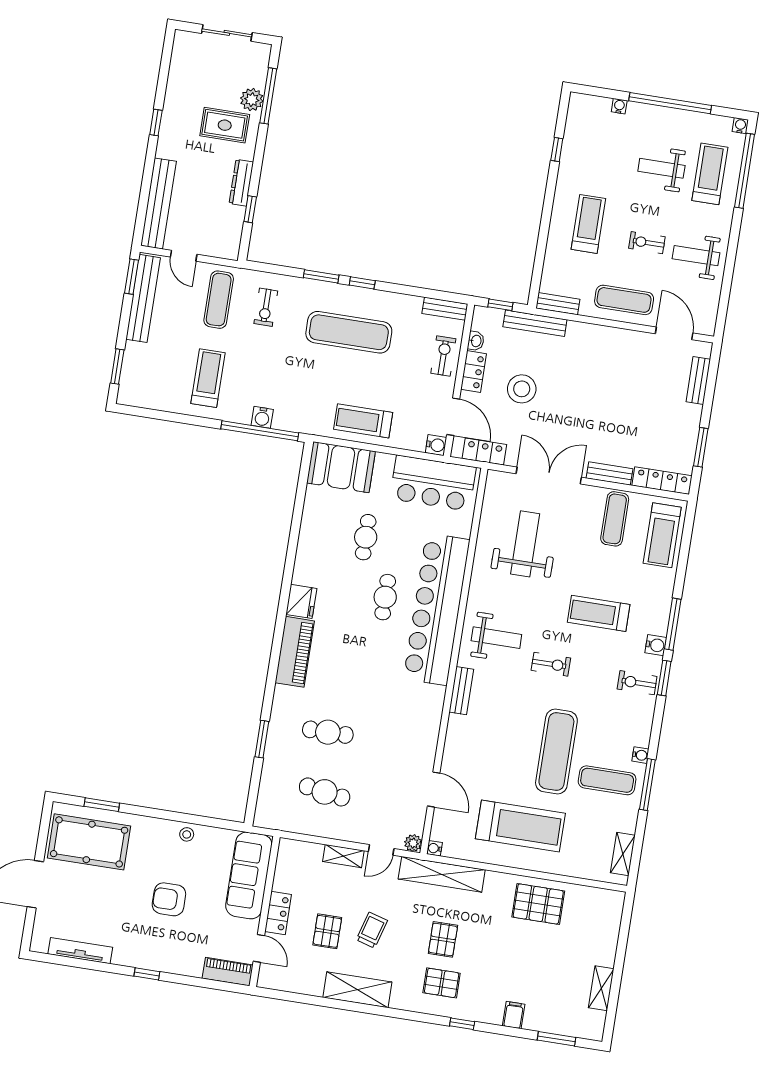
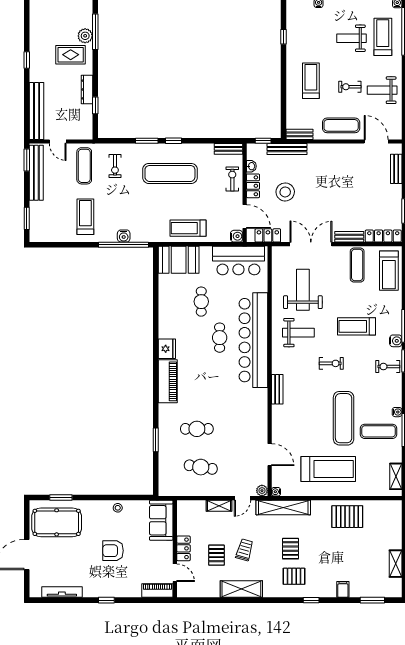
weight bench: (496, 638) -> (298, 333), moved
sofa: (249, 875) -> (161, 520), width x0.73

